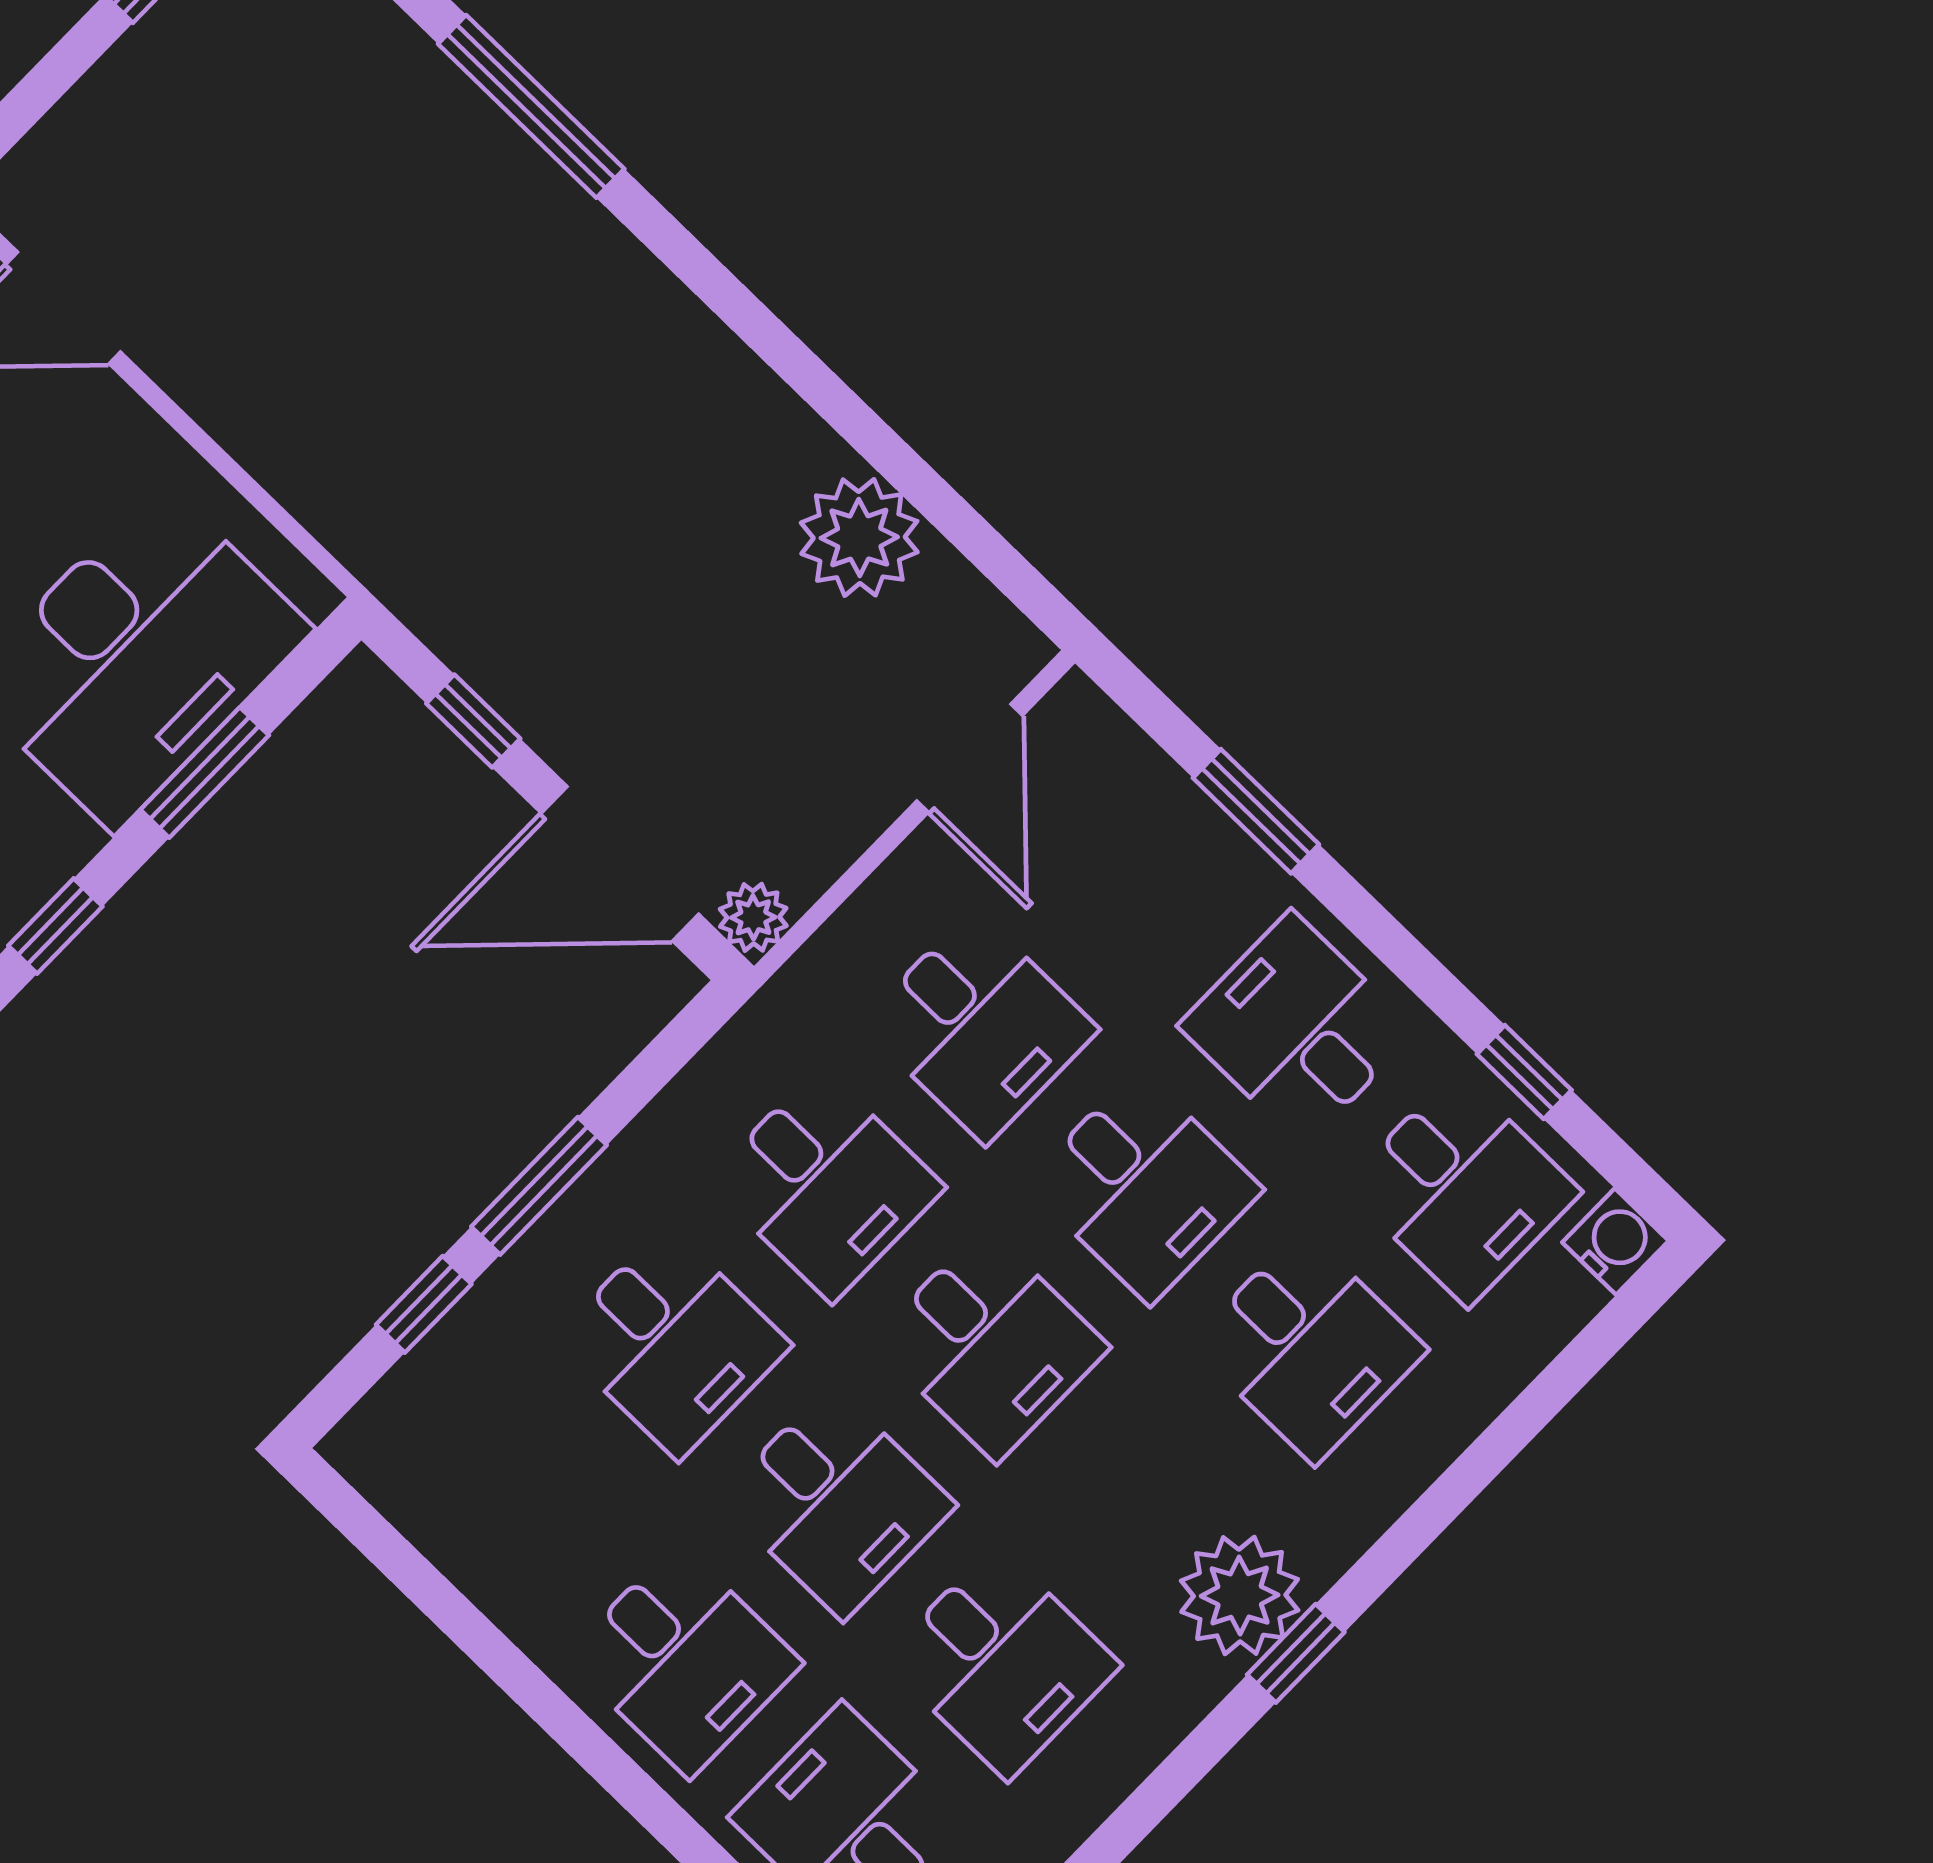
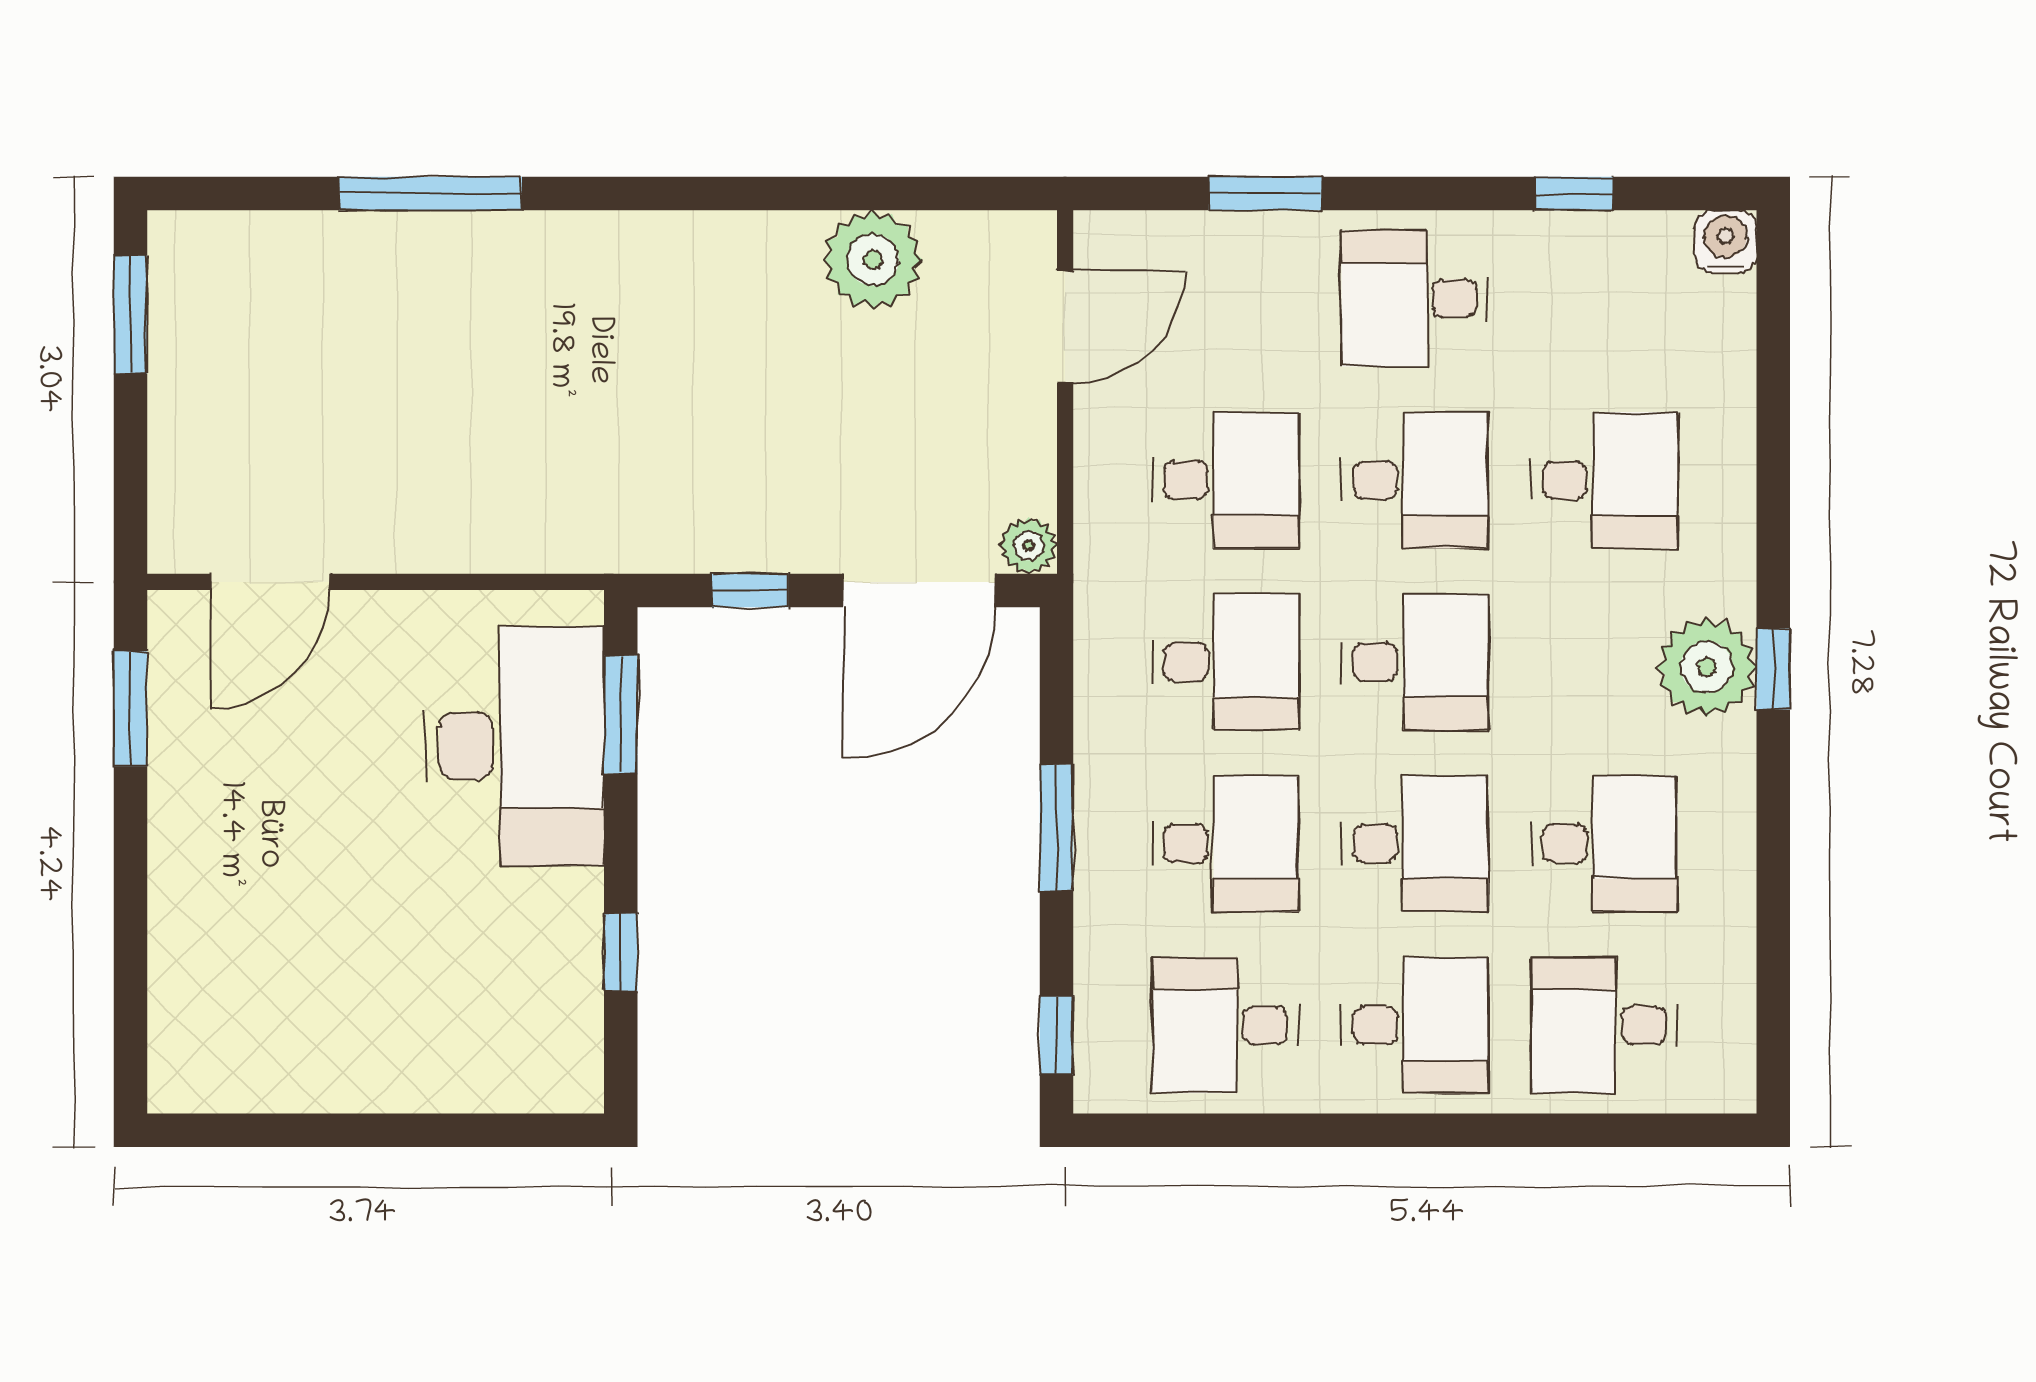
door: (970, 758) -> (1065, 327), hinge flipped
window: (205, 773) -> (621, 715), moved
desk: (1462, 1189) -> (1225, 1025), moved, turned 180
window: (424, 1304) -> (1056, 1035), moved

